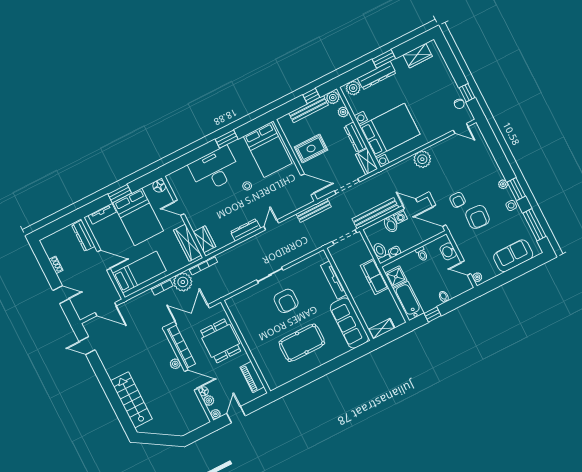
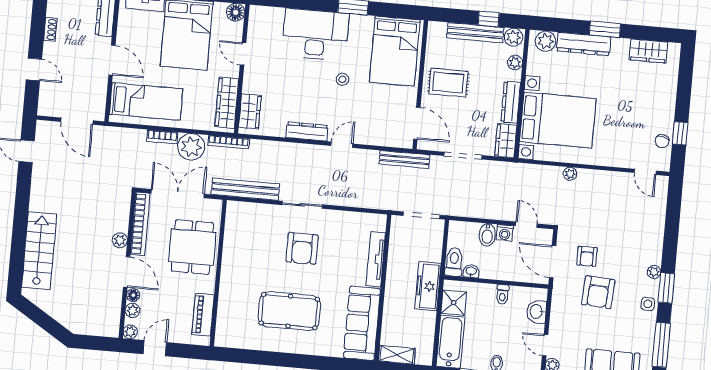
plant: (422, 159) -> (570, 174), width x0.53, depth x0.53
bench: (375, 213) -> (245, 189), moved

